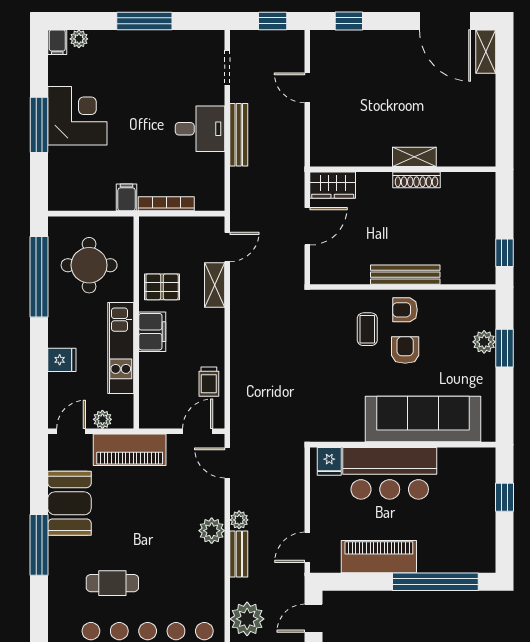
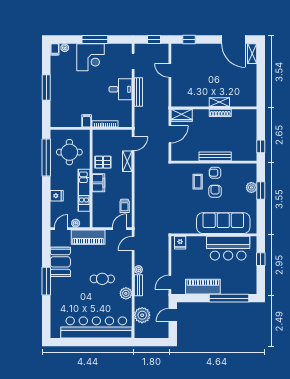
corner desk: (77, 116) -> (90, 57), moved, turned 90
door: (227, 463) -> (133, 243), hinge flipped
bar counter: (390, 473) -> (228, 248), moved
plant: (212, 531) -> (126, 293), moved
cafe table: (112, 583) -> (102, 279), moved

